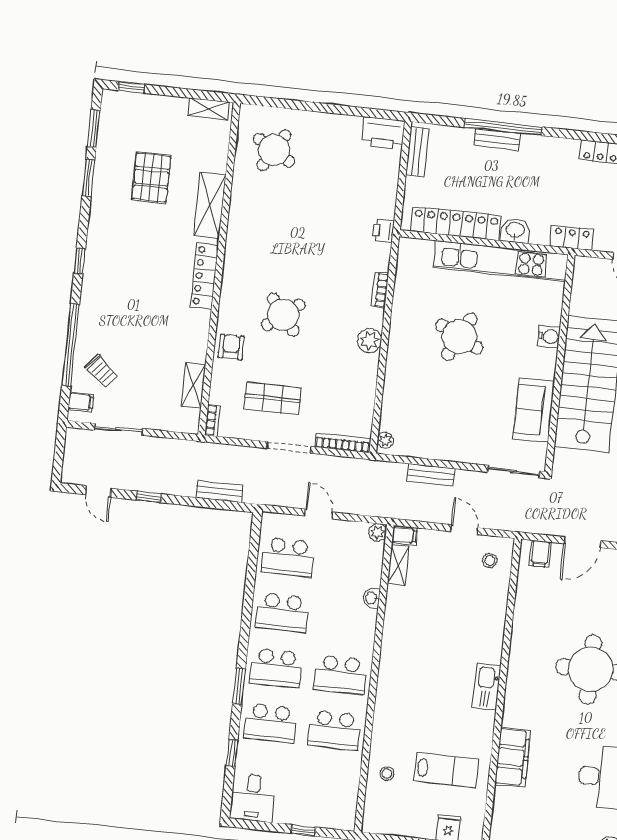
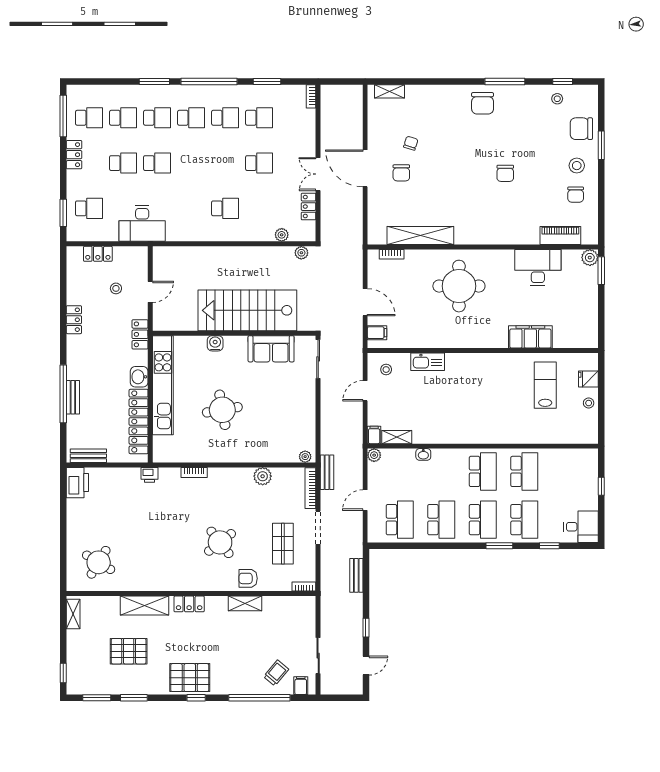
pallet: (107, 255) -> (190, 678), added
locker: (204, 276) -> (189, 604), width x0.66
round table: (459, 337) -> (222, 410), turned -37
plant: (369, 341) -> (263, 476), moved
shelving: (193, 385) -> (245, 603), moved
bench: (431, 475) -> (327, 472), moved
kitchen sink: (487, 687) -> (428, 362), moved
stool: (387, 774) -> (589, 403), moved

